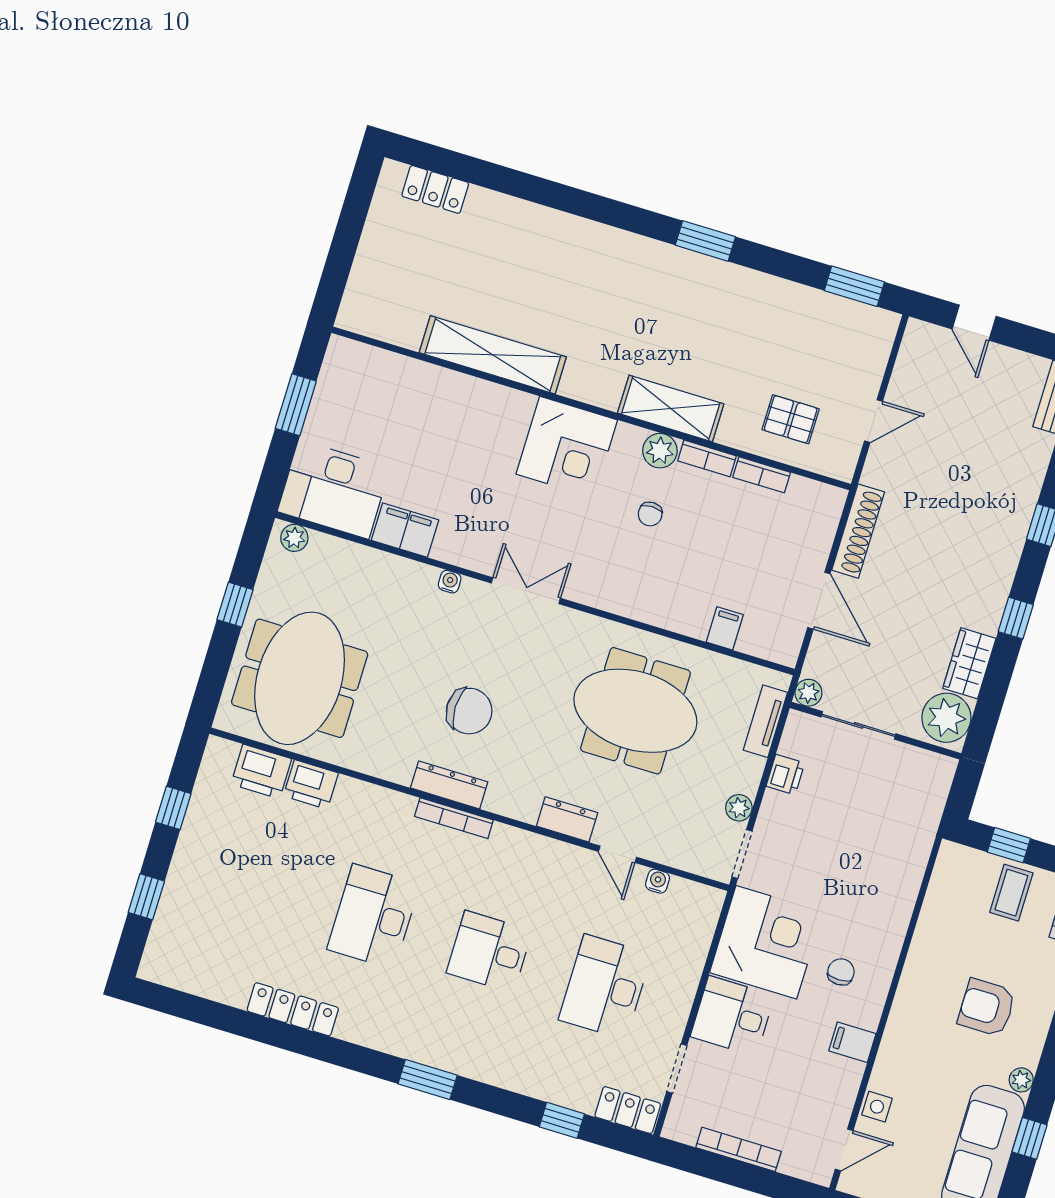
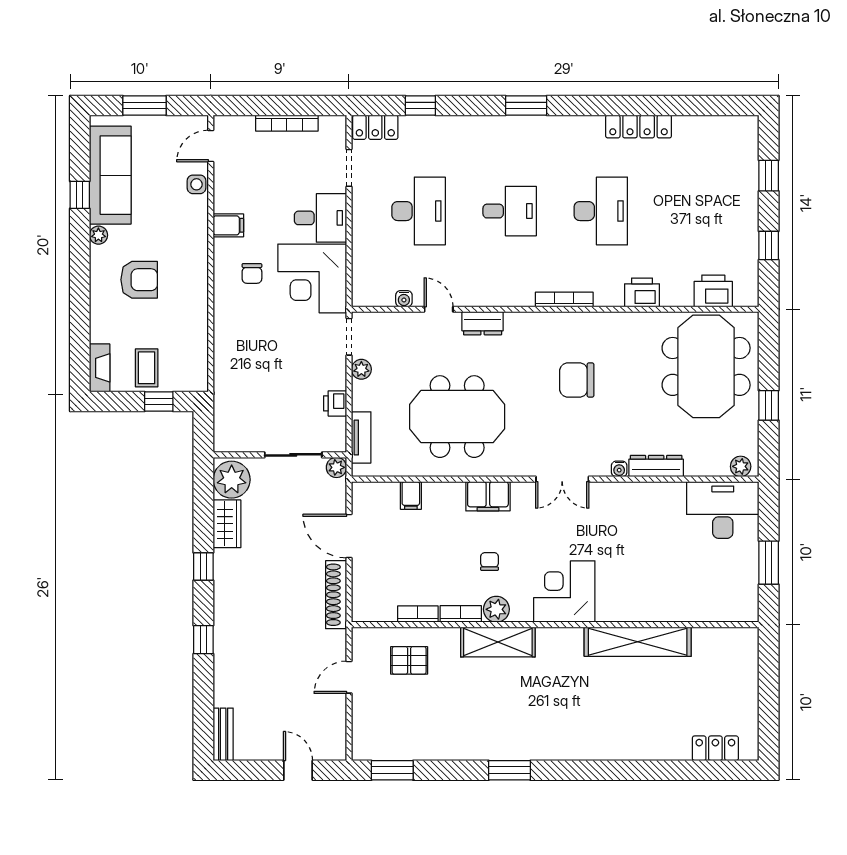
filing cabinet: (405, 530) -> (488, 496), moved
printer: (311, 784) -> (642, 292), moved
dresser: (449, 785) -> (656, 466), moved, turned 180

